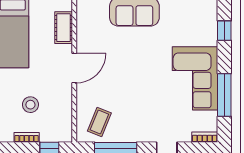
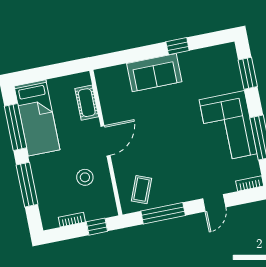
window: (224, 31) -> (248, 73), width x1.50
stool: (30, 105) -> (85, 177), moved

